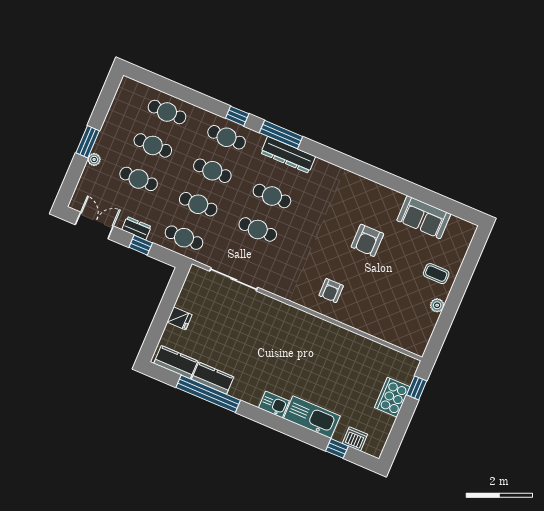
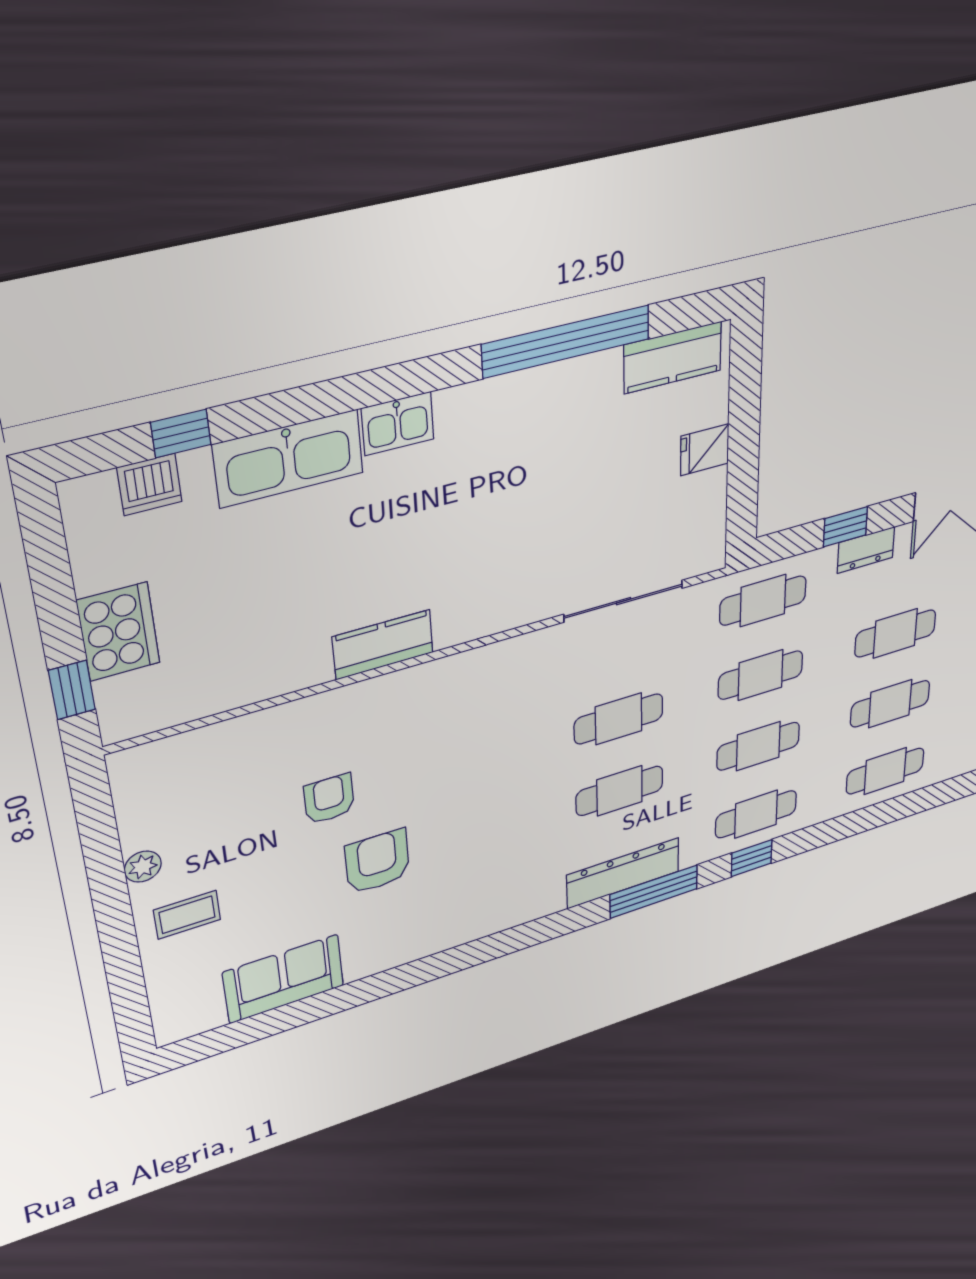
armchair: (331, 291) -> (329, 799), moved
kitchen counter: (213, 378) -> (383, 645), moved, turned 180

